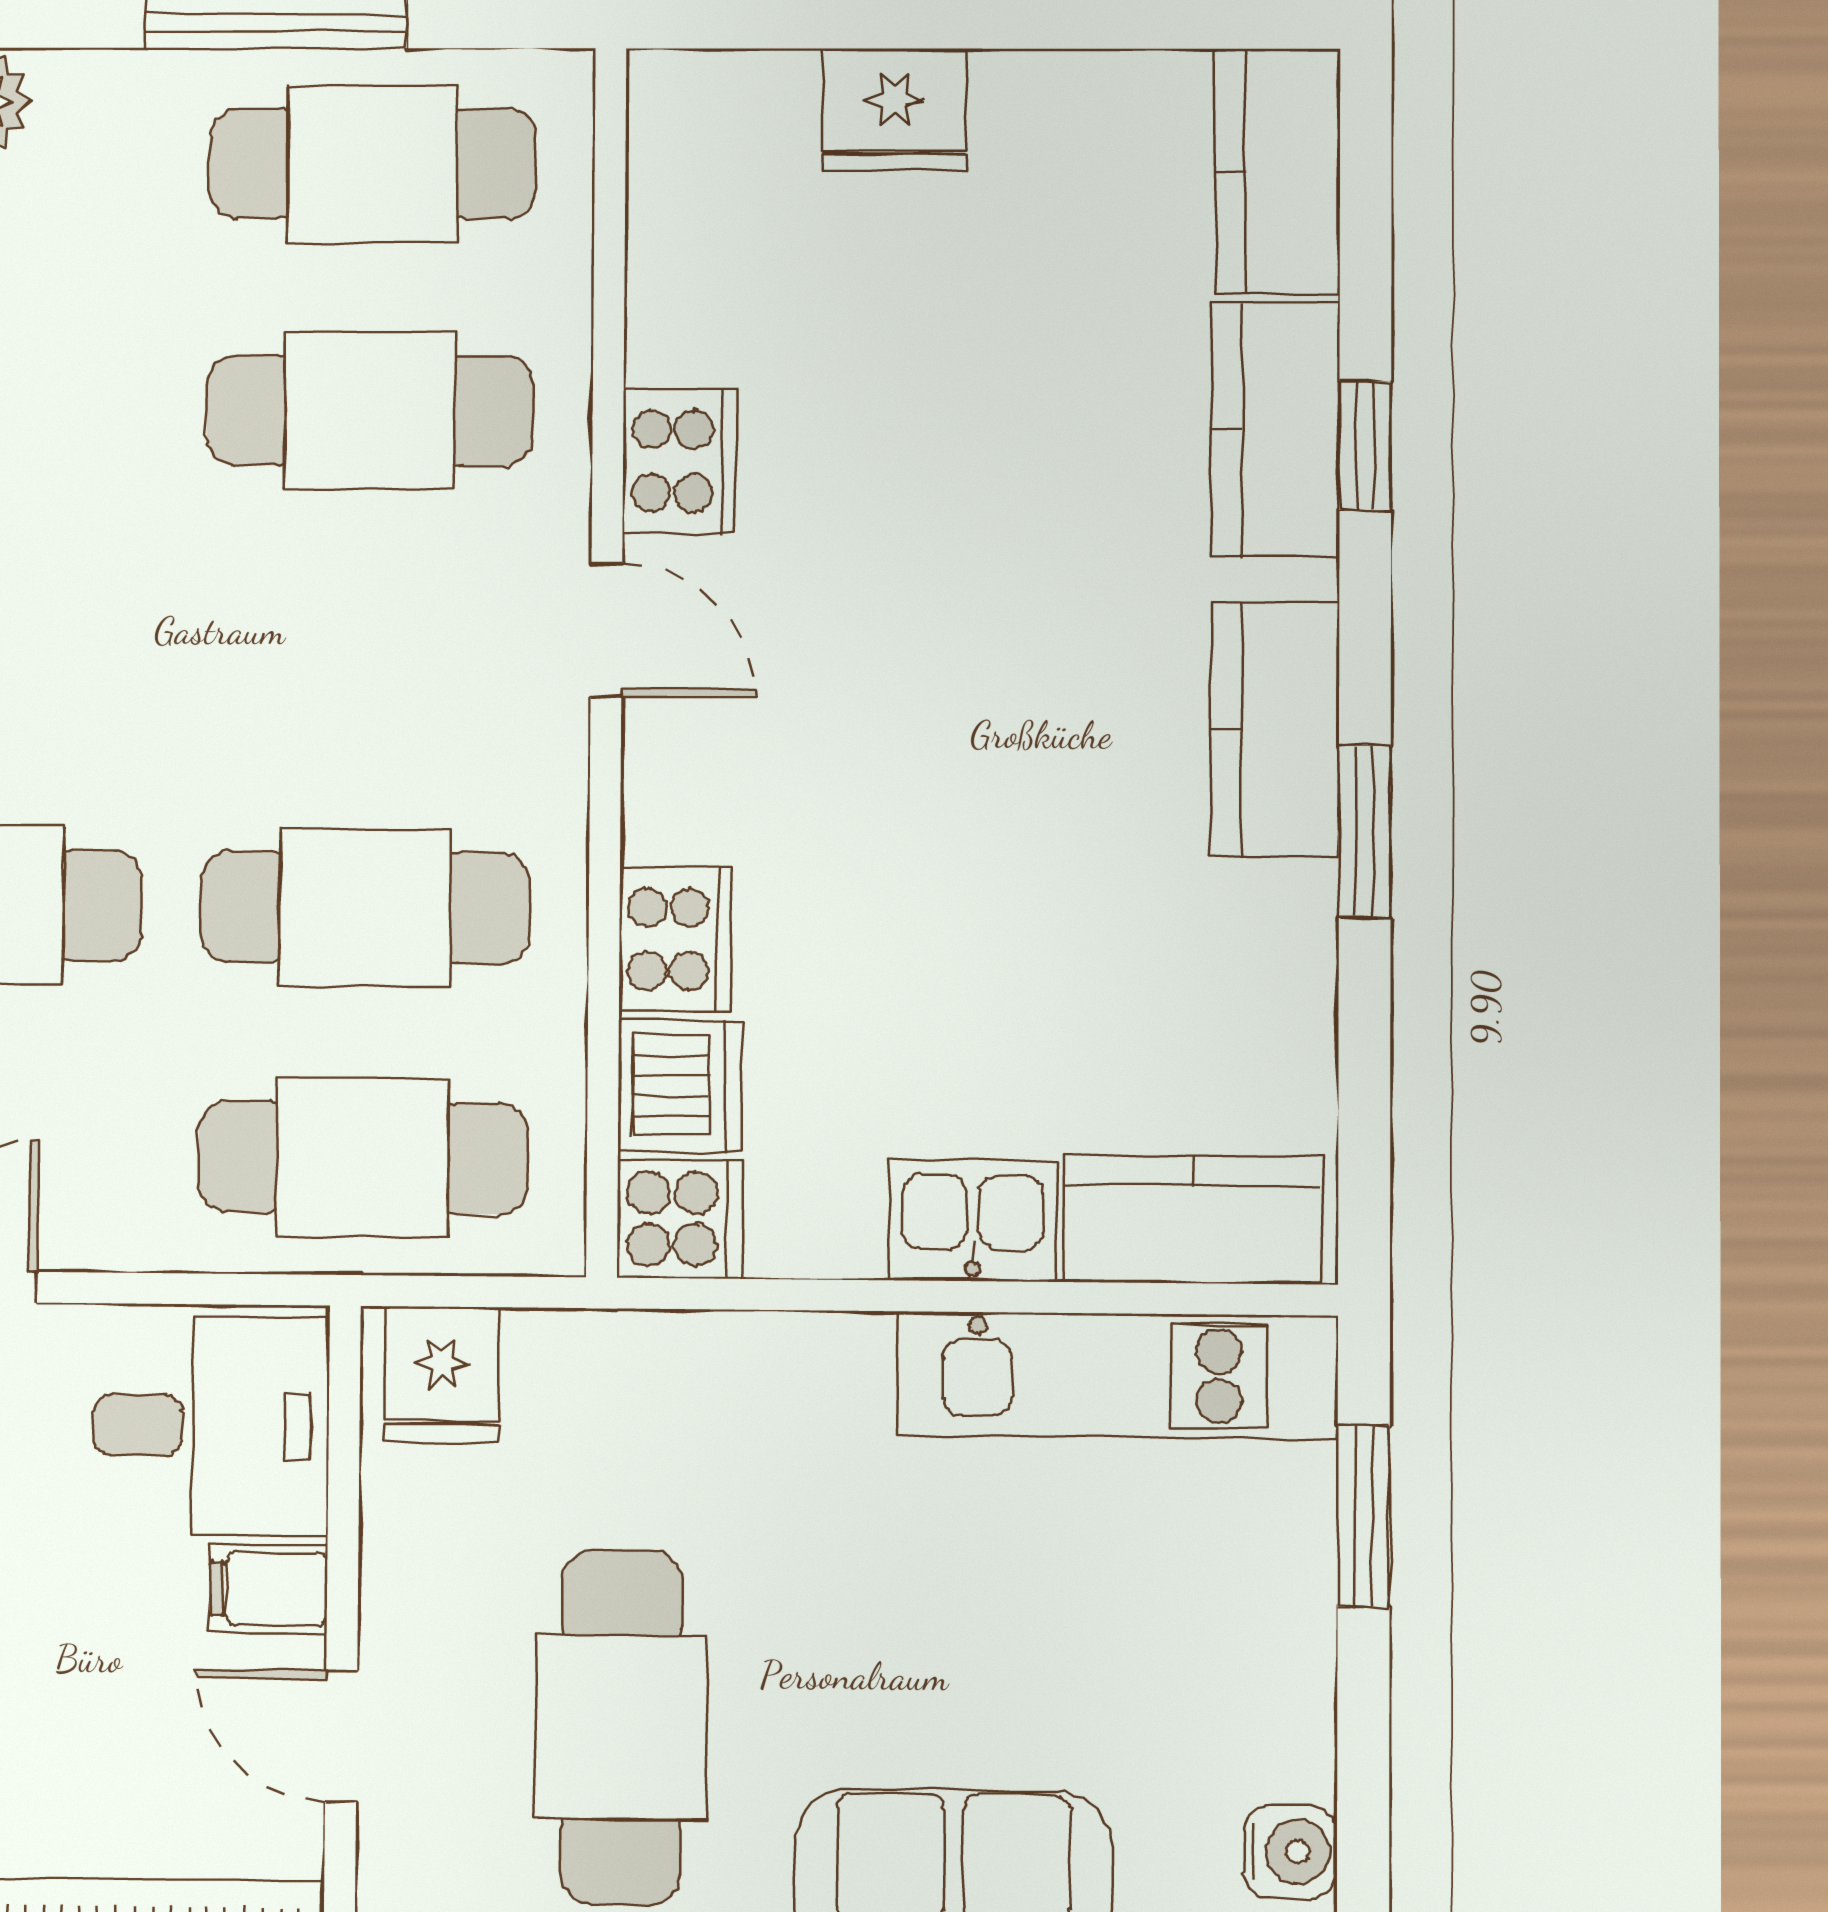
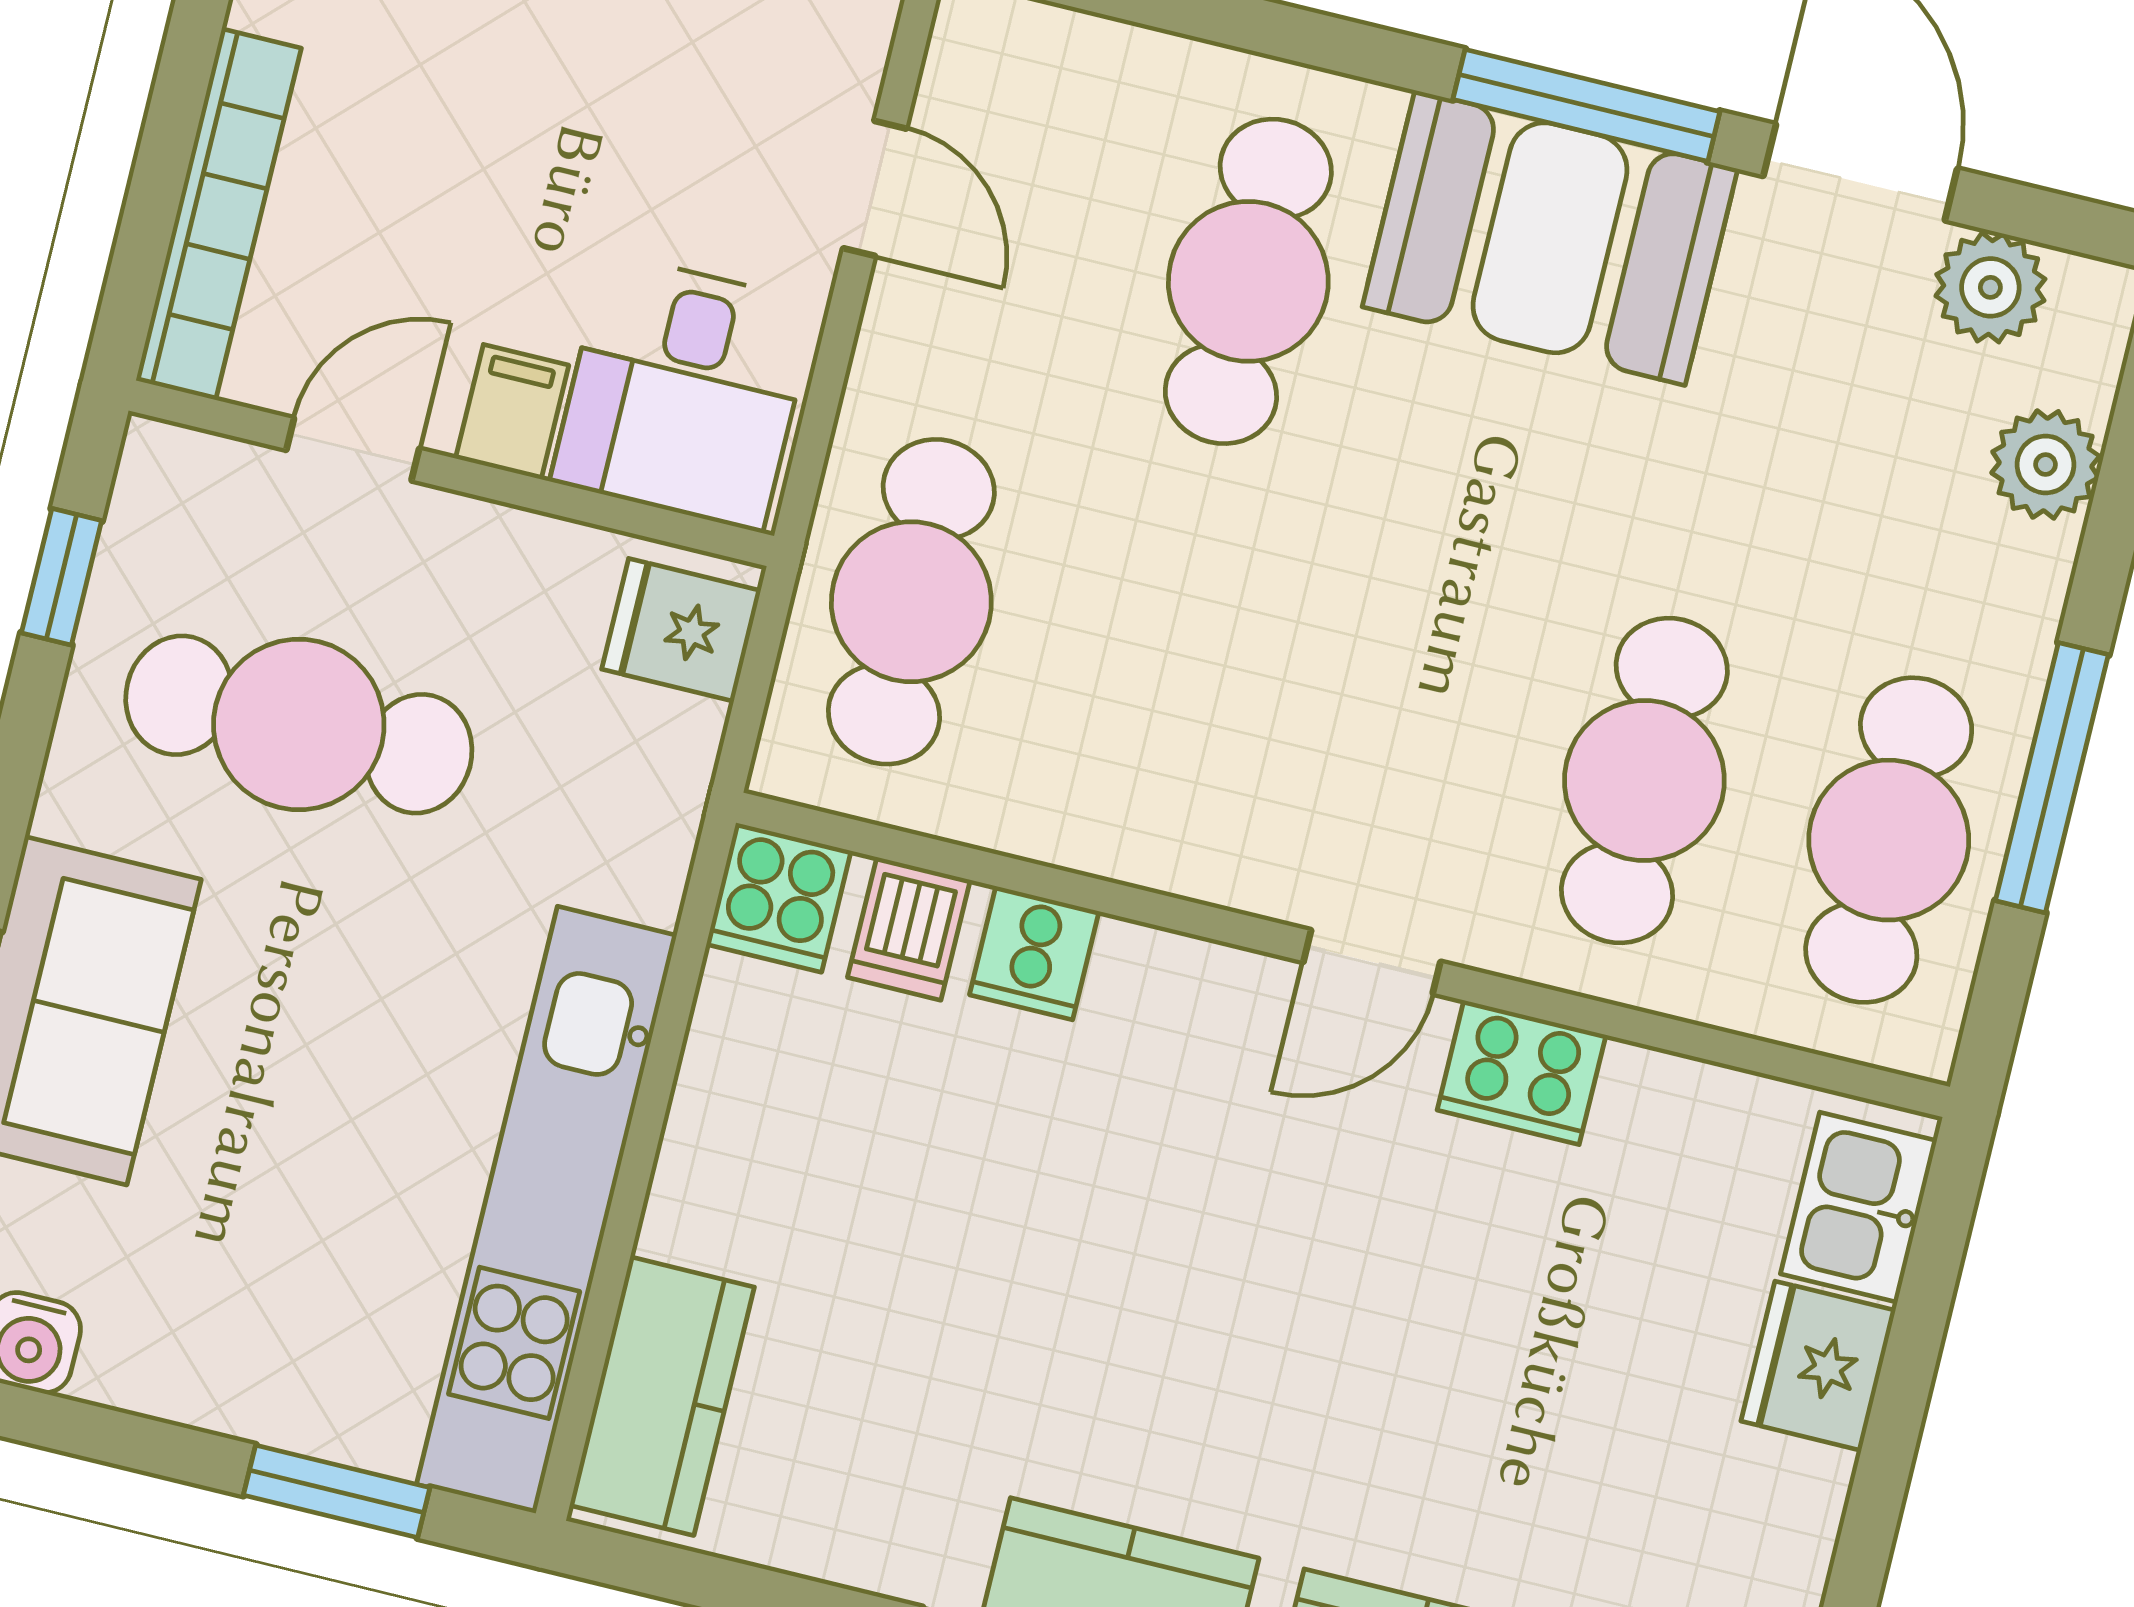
cafe table: (365, 907) -> (1156, 661), removed
cooker: (675, 939) -> (1034, 953), width x0.73
dishwasher: (680, 1085) -> (909, 929), width x0.73
kitchen sink: (973, 1221) -> (1859, 1207), moved, turned 180
kitchen unit: (1118, 1375) -> (547, 1210), width x1.36

